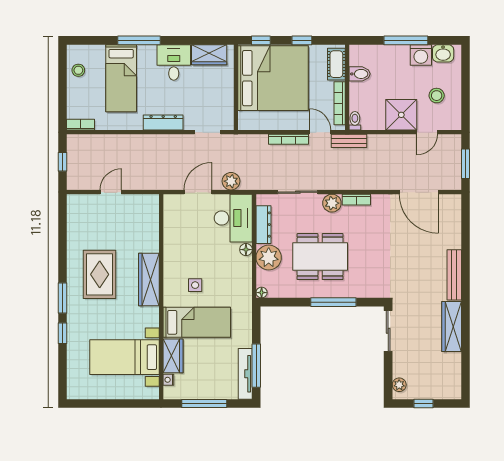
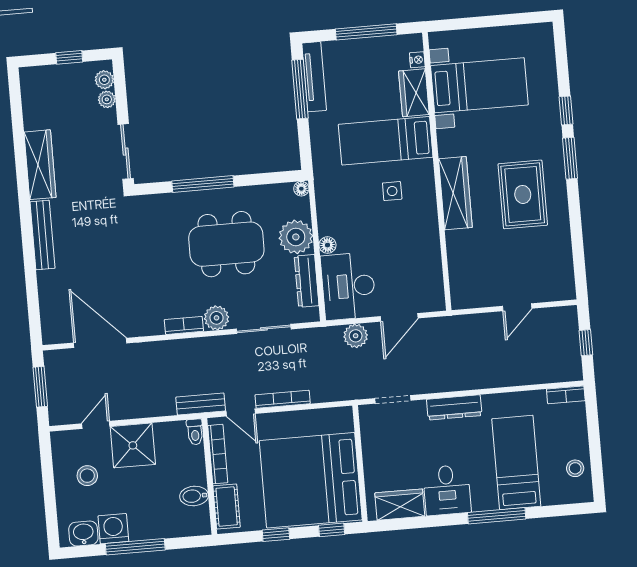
plant: (399, 370) -> (107, 99), added

